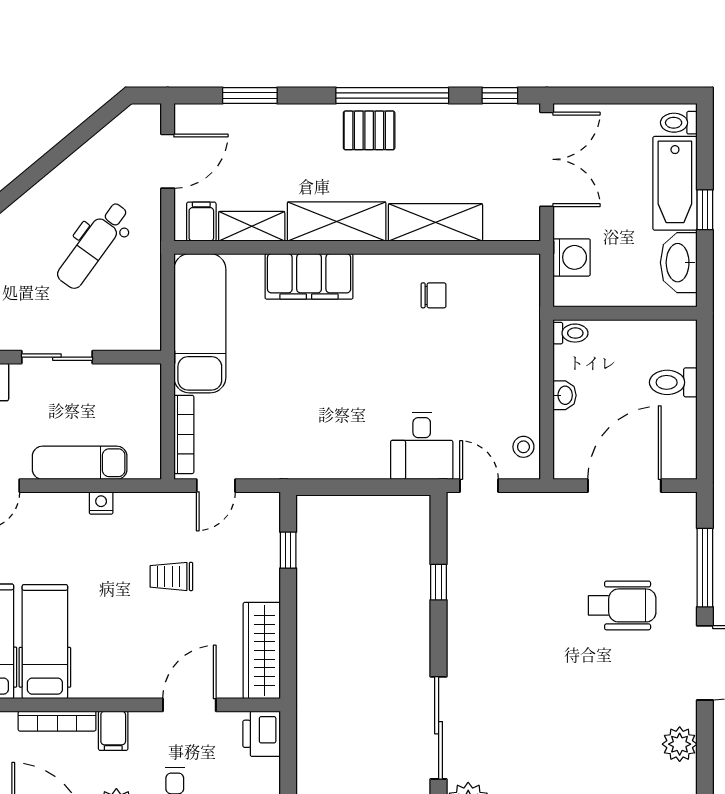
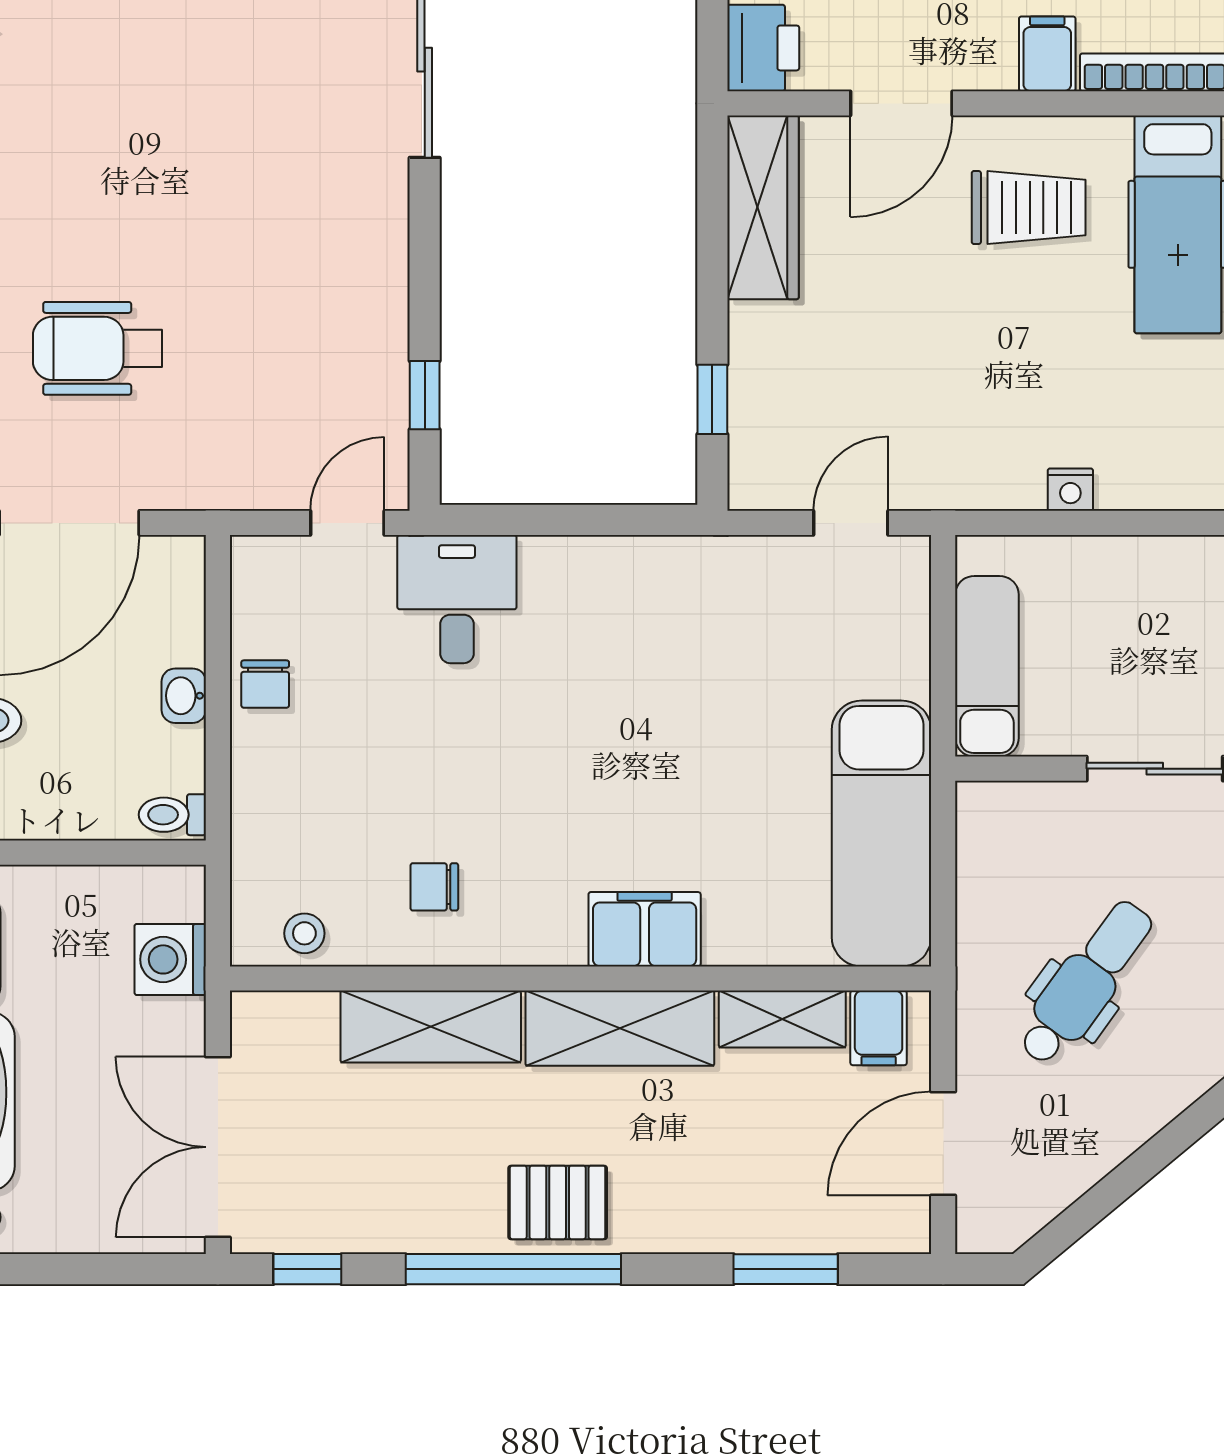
filing cabinet: (309, 276) -> (645, 929), width x0.67, depth x0.86
chair: (522, 401) -> (265, 684), added
bookcase: (184, 434) -> (912, 621), removed
stool: (523, 447) -> (304, 933), moved
exam couch: (80, 463) -> (987, 666), moved, turned -90
door: (479, 486) -> (347, 523), swing flipped
trolley: (171, 576) -> (1029, 207), moved, width x1.36, depth x1.39
window: (439, 582) -> (425, 395), moved
wheelchair: (622, 605) -> (98, 348), moved

